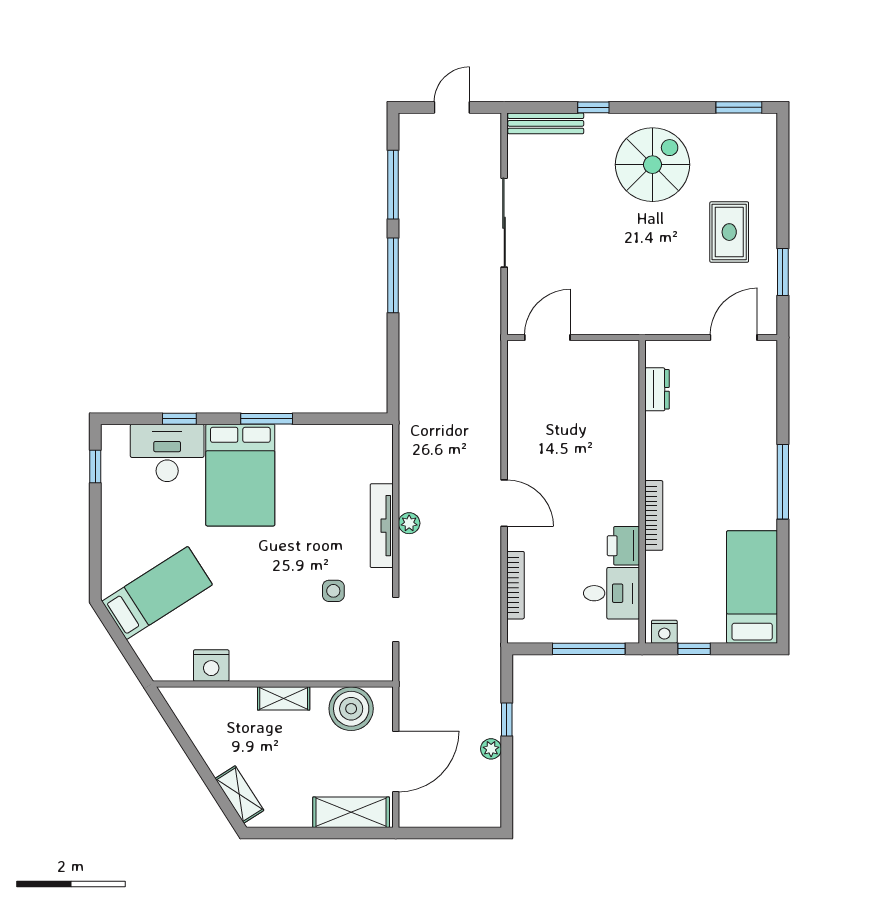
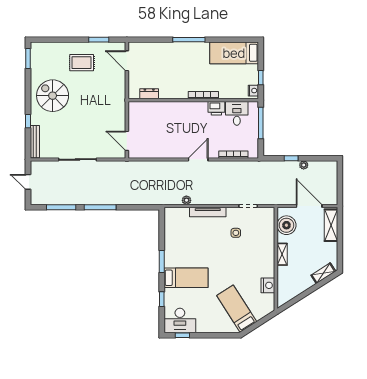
desk: (167, 453) -> (180, 321), moved, turned -90
bed: (240, 475) -> (186, 278), width x0.67
plant: (409, 523) -> (186, 200), moved

